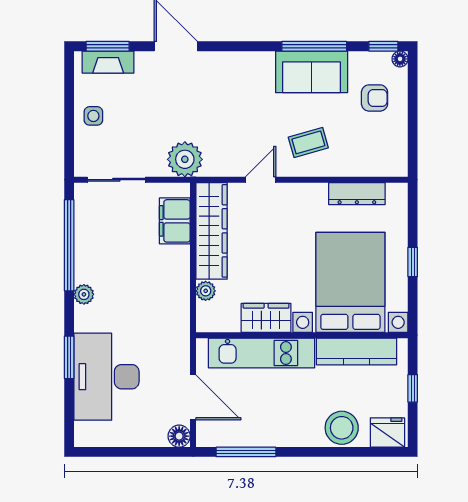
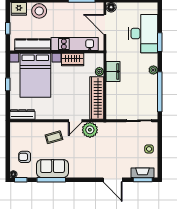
plant: (185, 159) -> (90, 130), moved
dresser: (357, 194) -> (22, 115), moved
filing cabinet: (175, 221) -> (113, 71), moved

